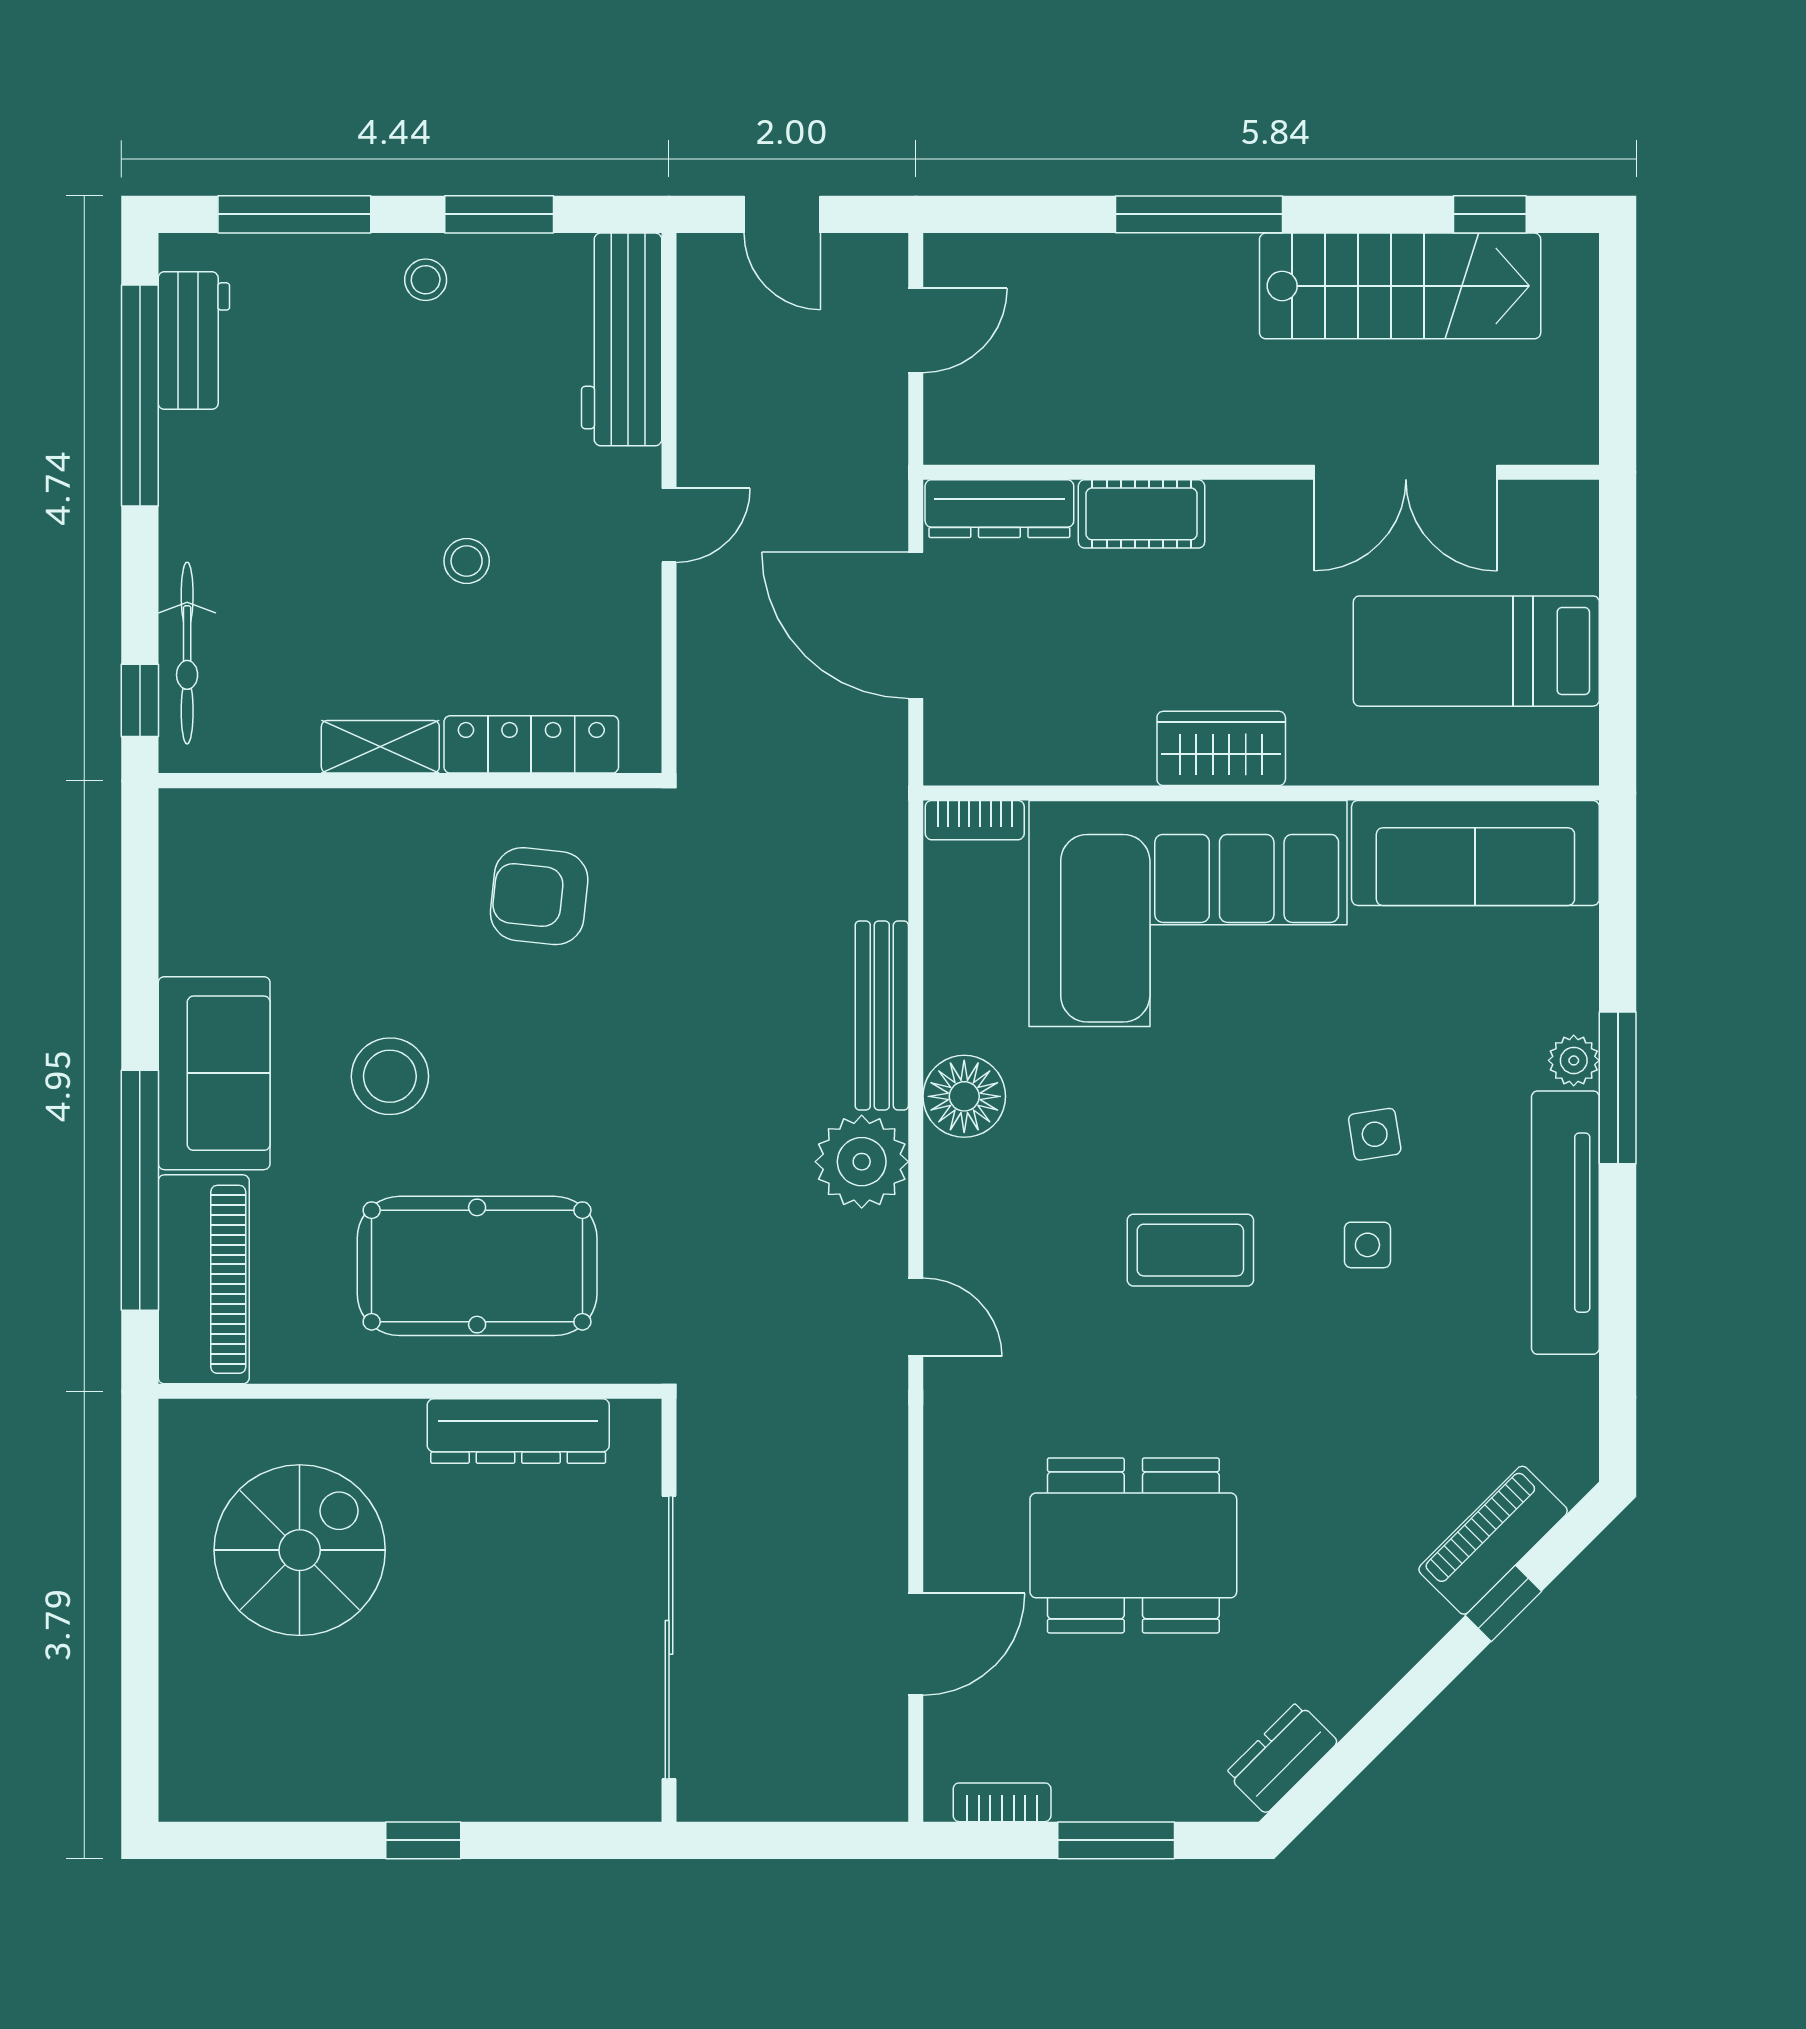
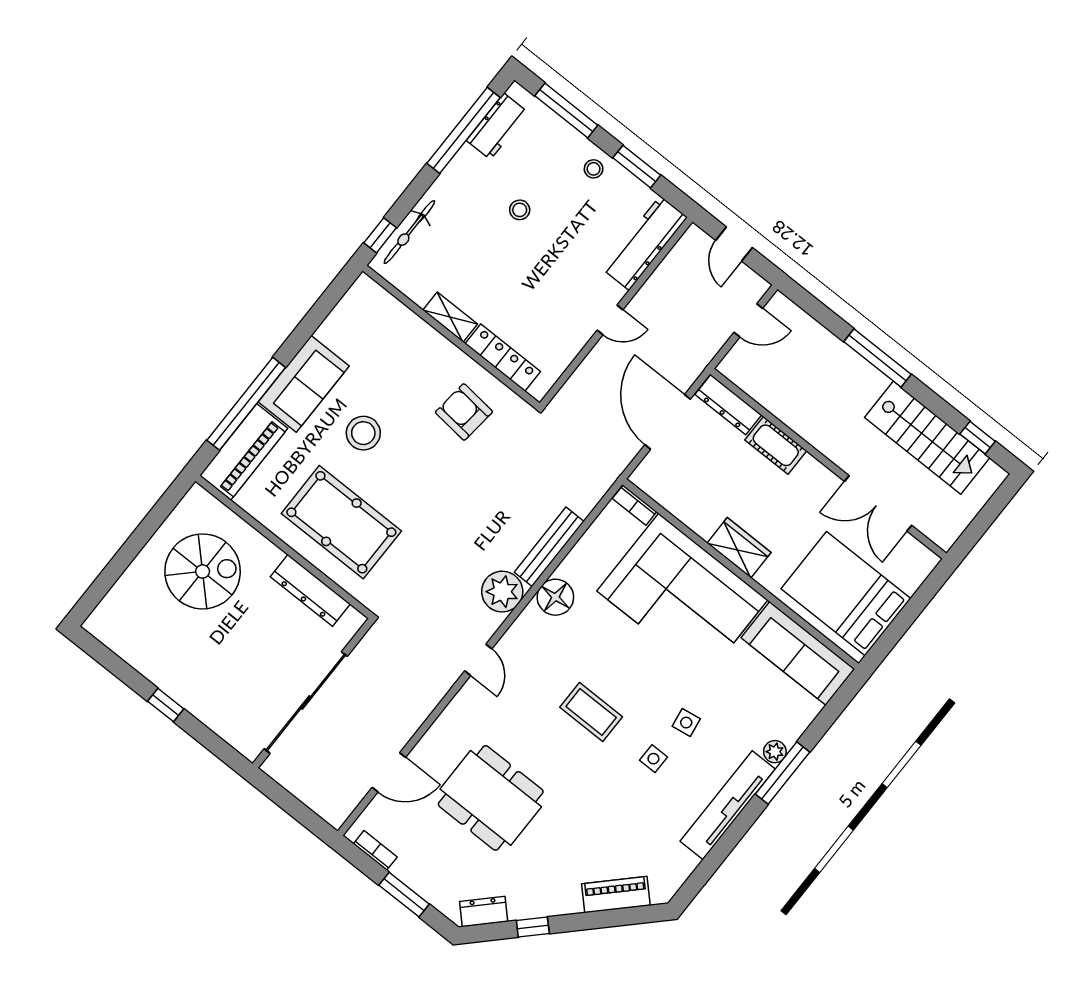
stool: (467, 561) -> (520, 210), moved
bed: (1476, 651) -> (846, 594), width x1.50
window: (1503, 1603) -> (533, 927), moved

